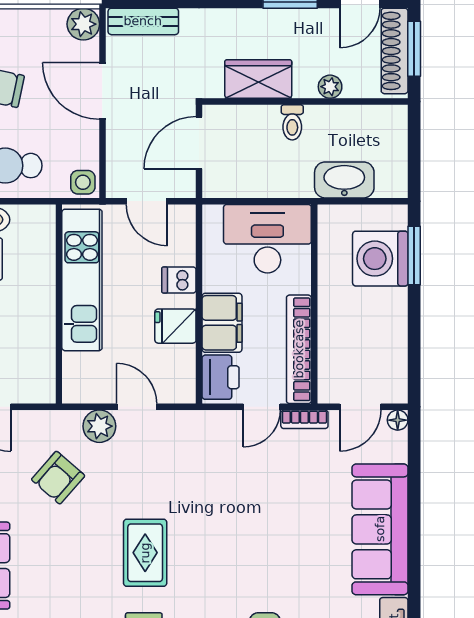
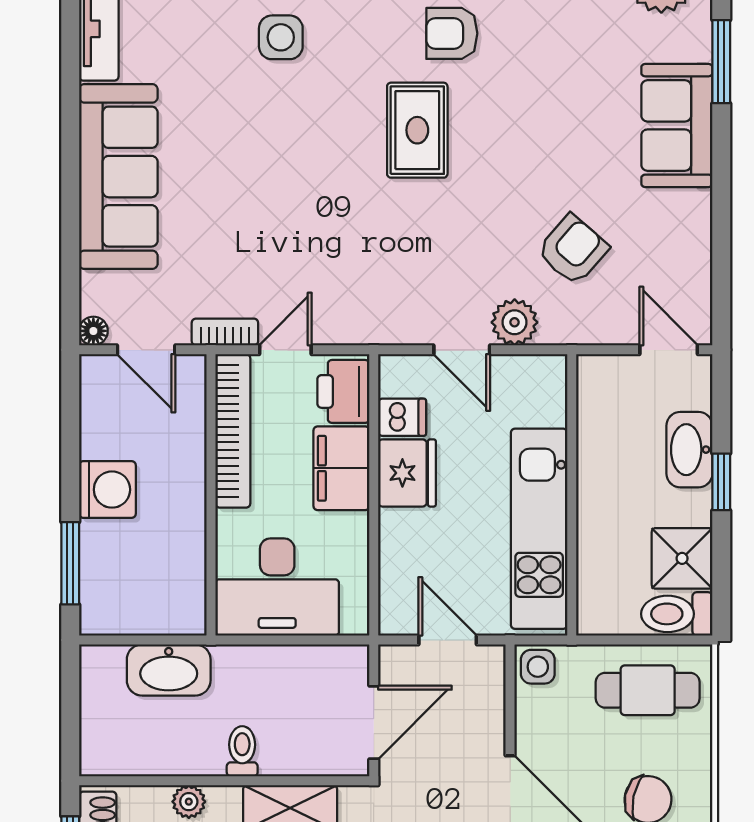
washing machine: (380, 259) -> (107, 490), moved, width x0.73, depth x0.73
dishwasher: (179, 280) -> (402, 417), moved
fridge: (175, 326) -> (407, 473), width x1.38
door: (360, 407) -> (146, 350), swing flipped
rug: (145, 553) -> (417, 130), moved

